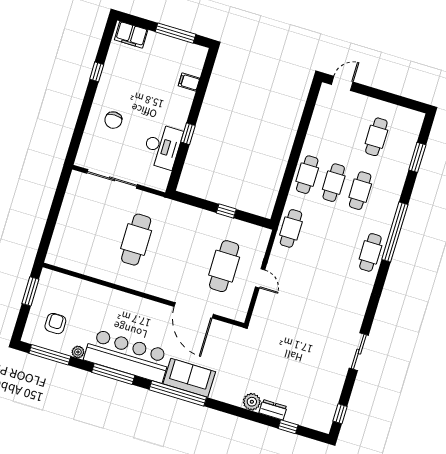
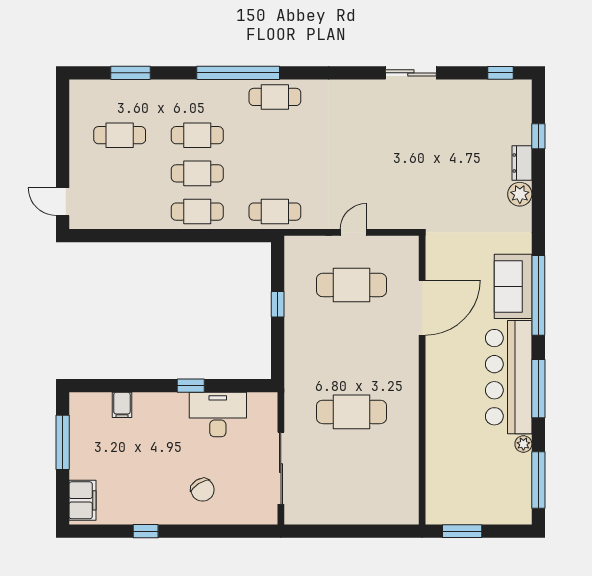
chair: (113, 120) -> (203, 490), turned 58
armchair: (55, 324) -> (495, 485), removed

